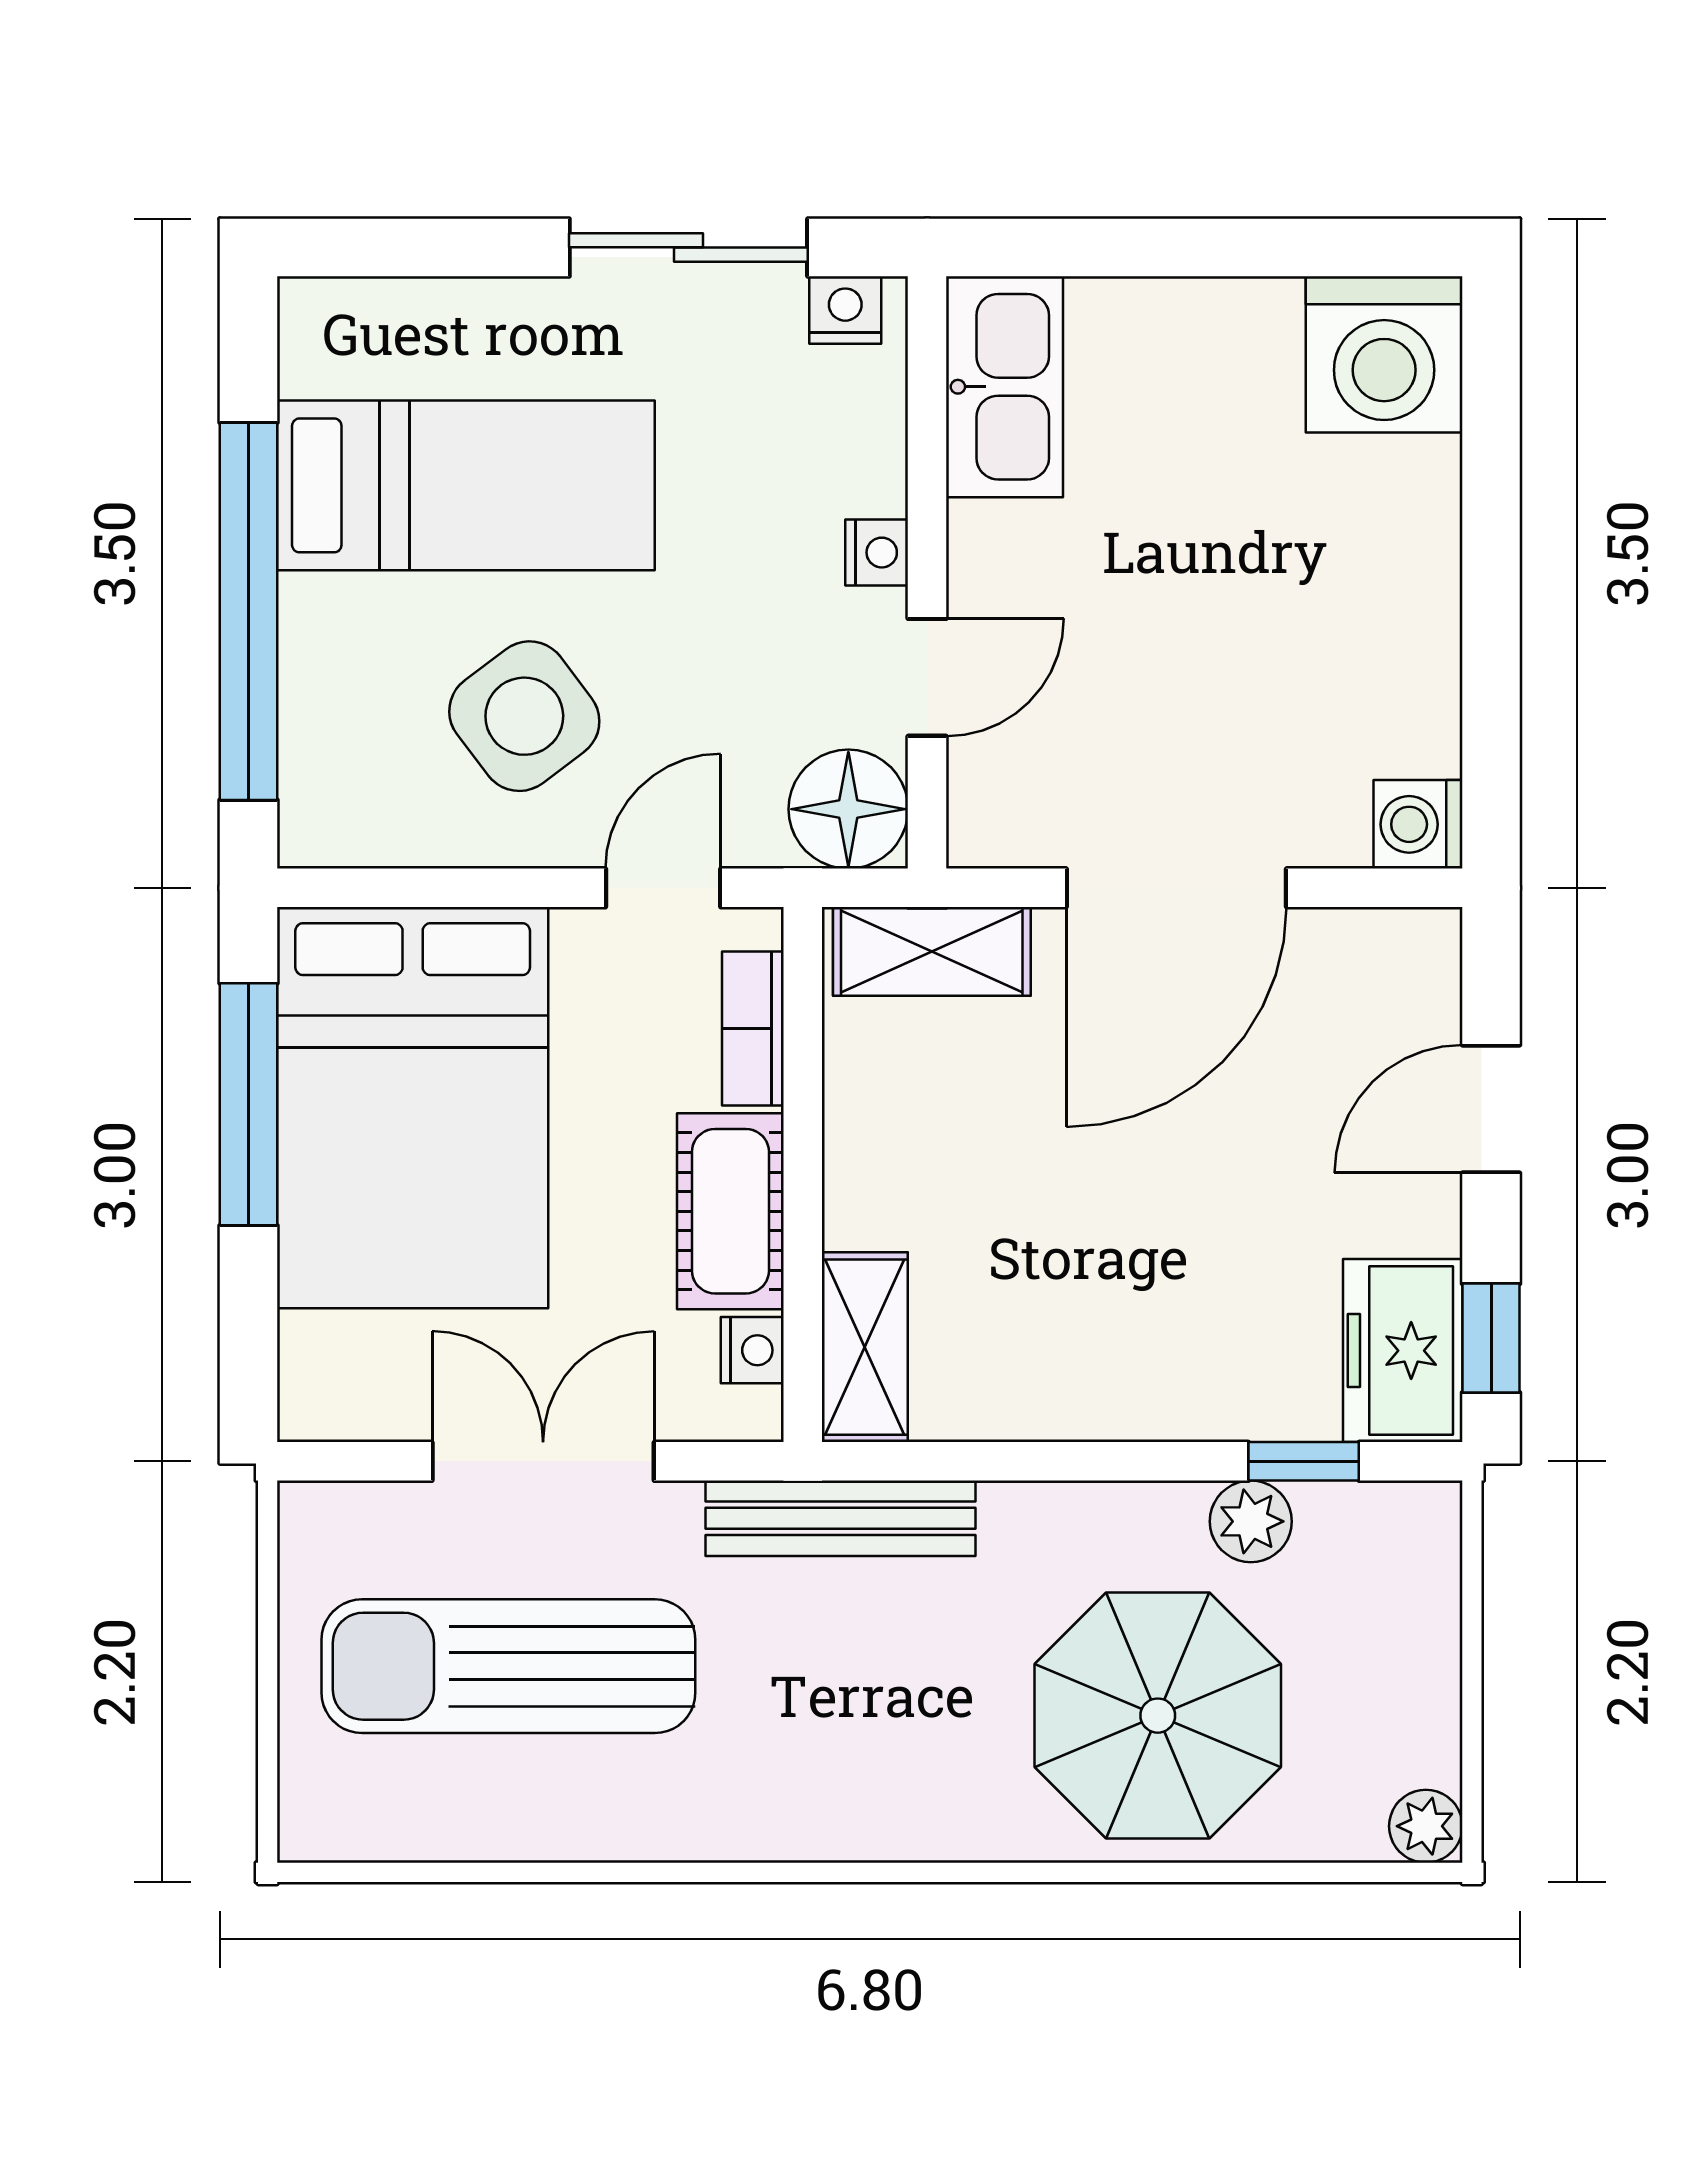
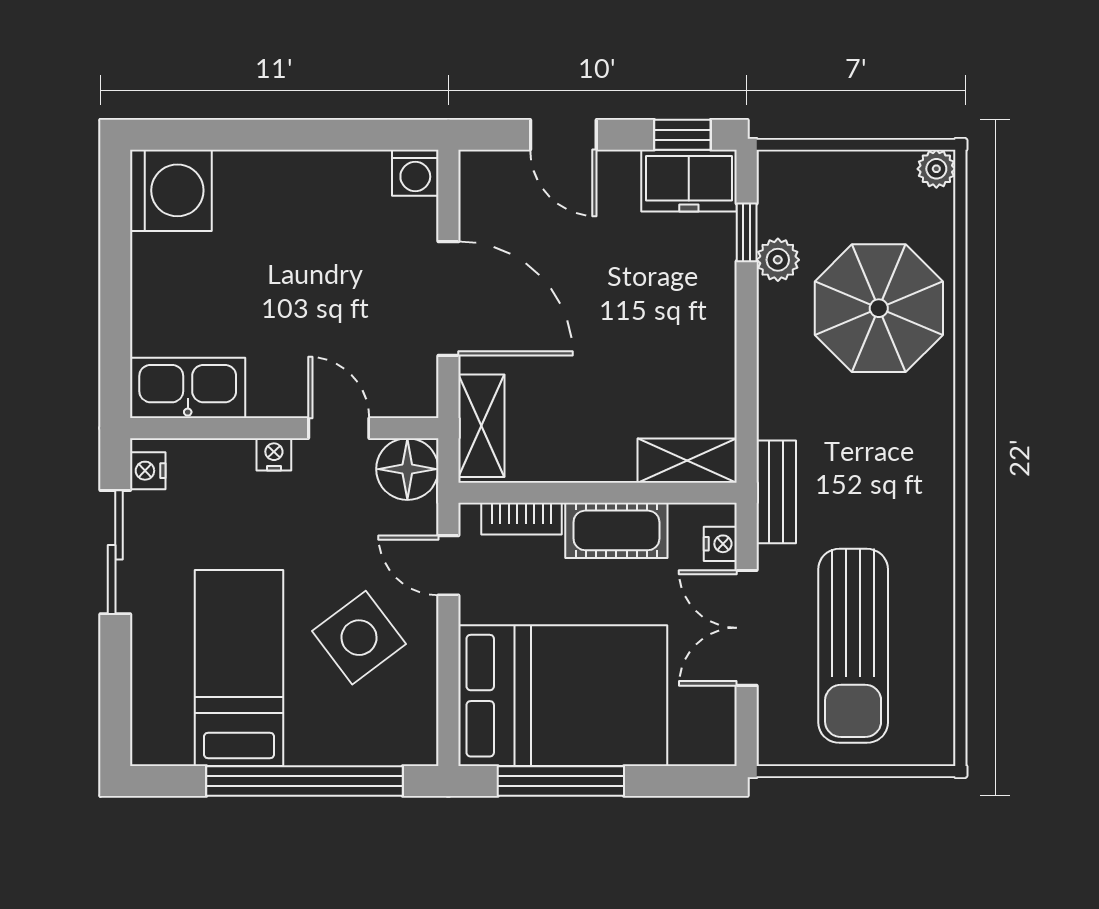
nightstand: (752, 1350) -> (720, 544), moved, turned 90
bench: (841, 1518) -> (776, 492), width x0.73

